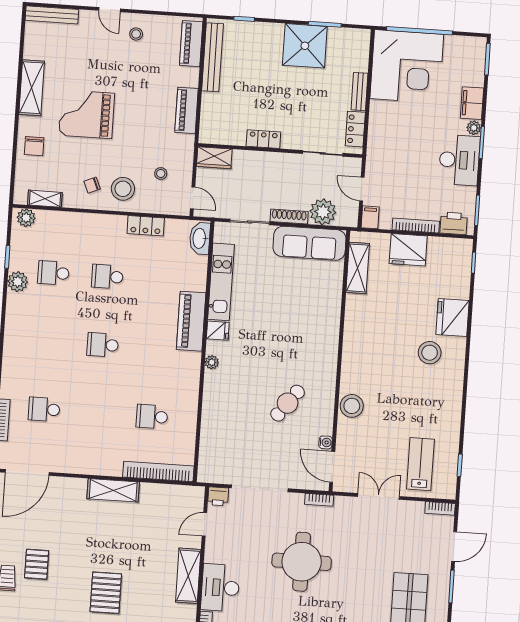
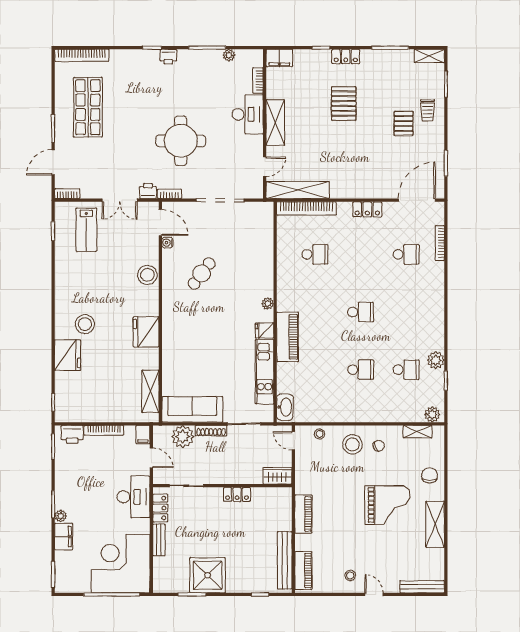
desk: (459, 160) -> (133, 497), moved, turned 180
stool: (161, 173) -> (320, 434), moved
locker: (146, 226) -> (367, 209), moved, turned 180
fridge: (408, 250) -> (146, 332), moved, turned -90
shelving: (113, 490) -> (298, 190), moved, width x1.47
printer: (218, 496) -> (148, 191), moved

